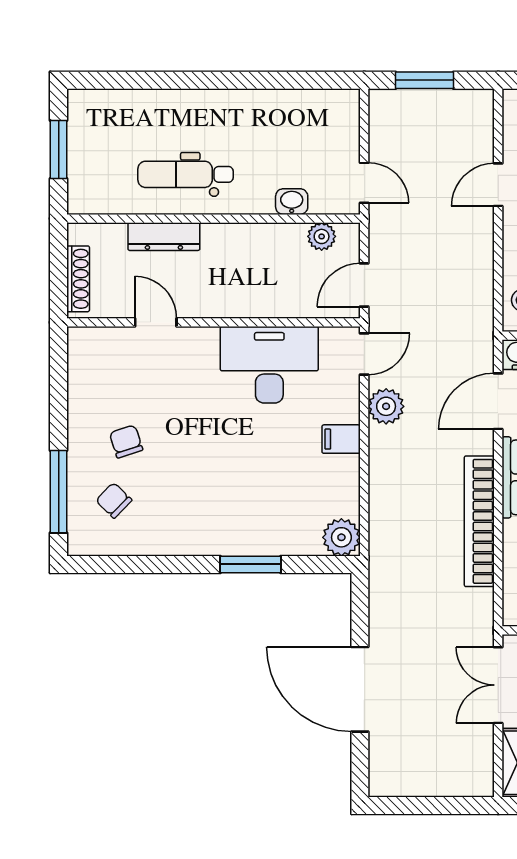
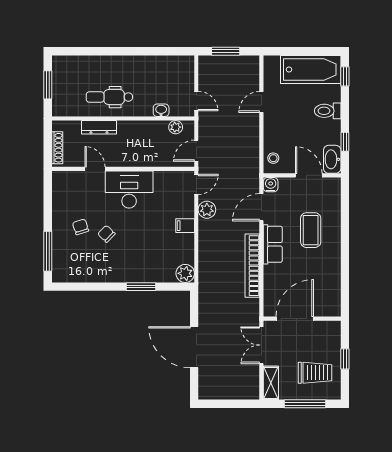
desk: (269, 365) -> (129, 190), moved
chair: (114, 500) -> (106, 234), moved

